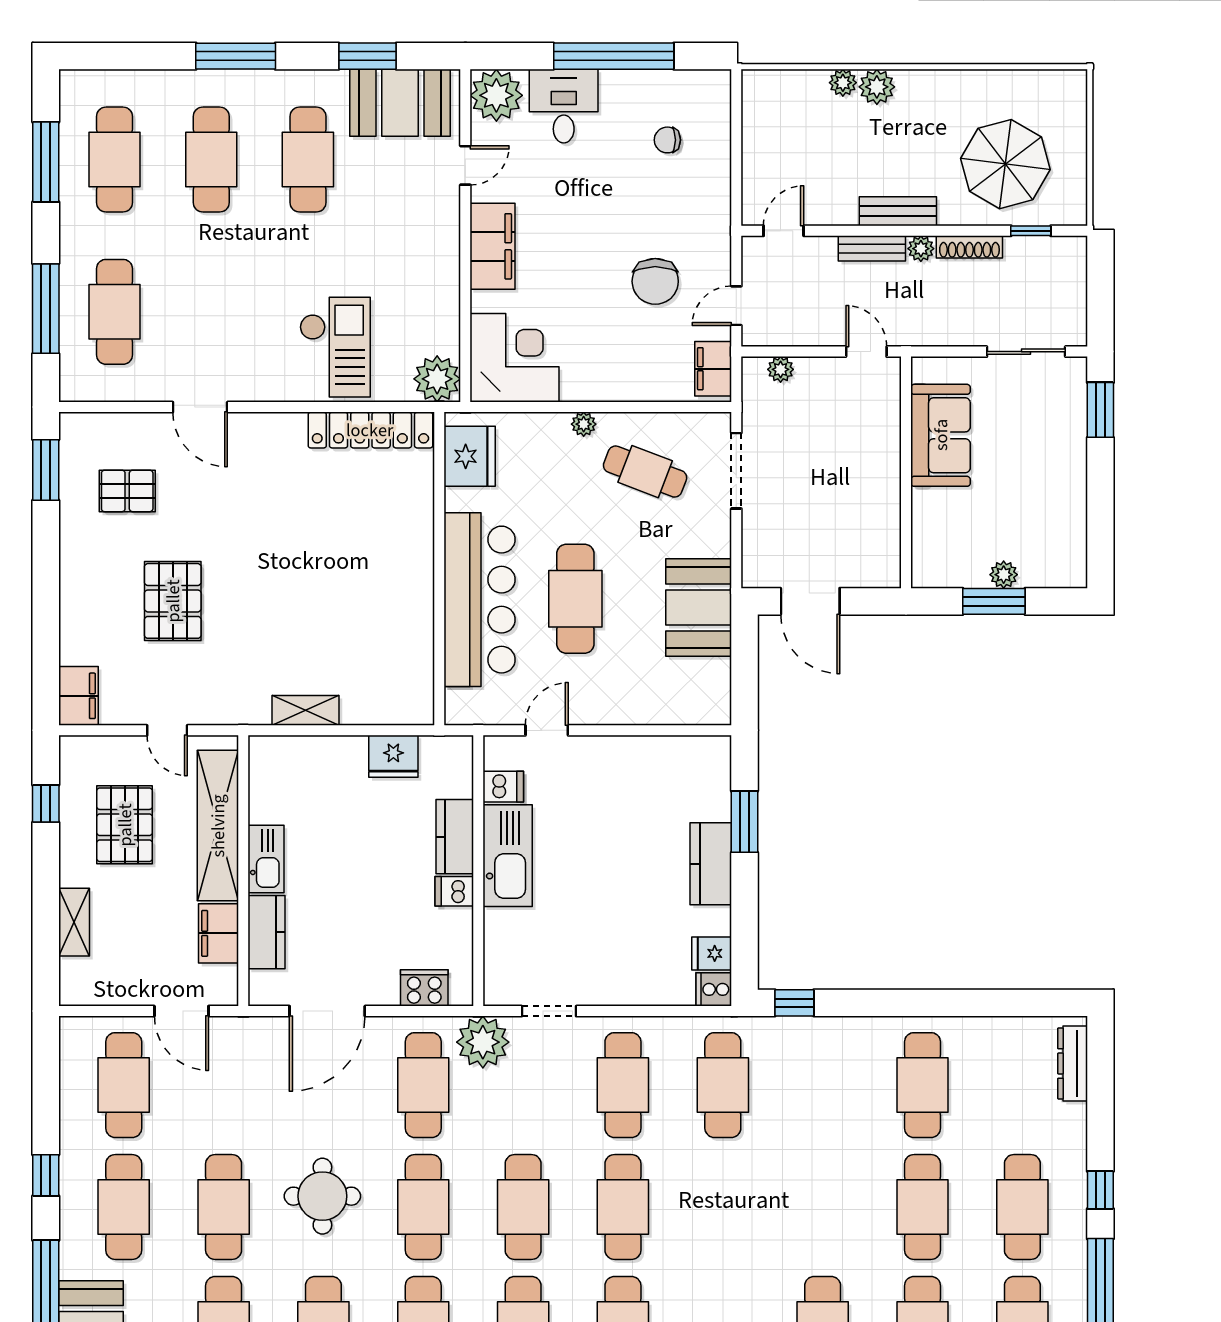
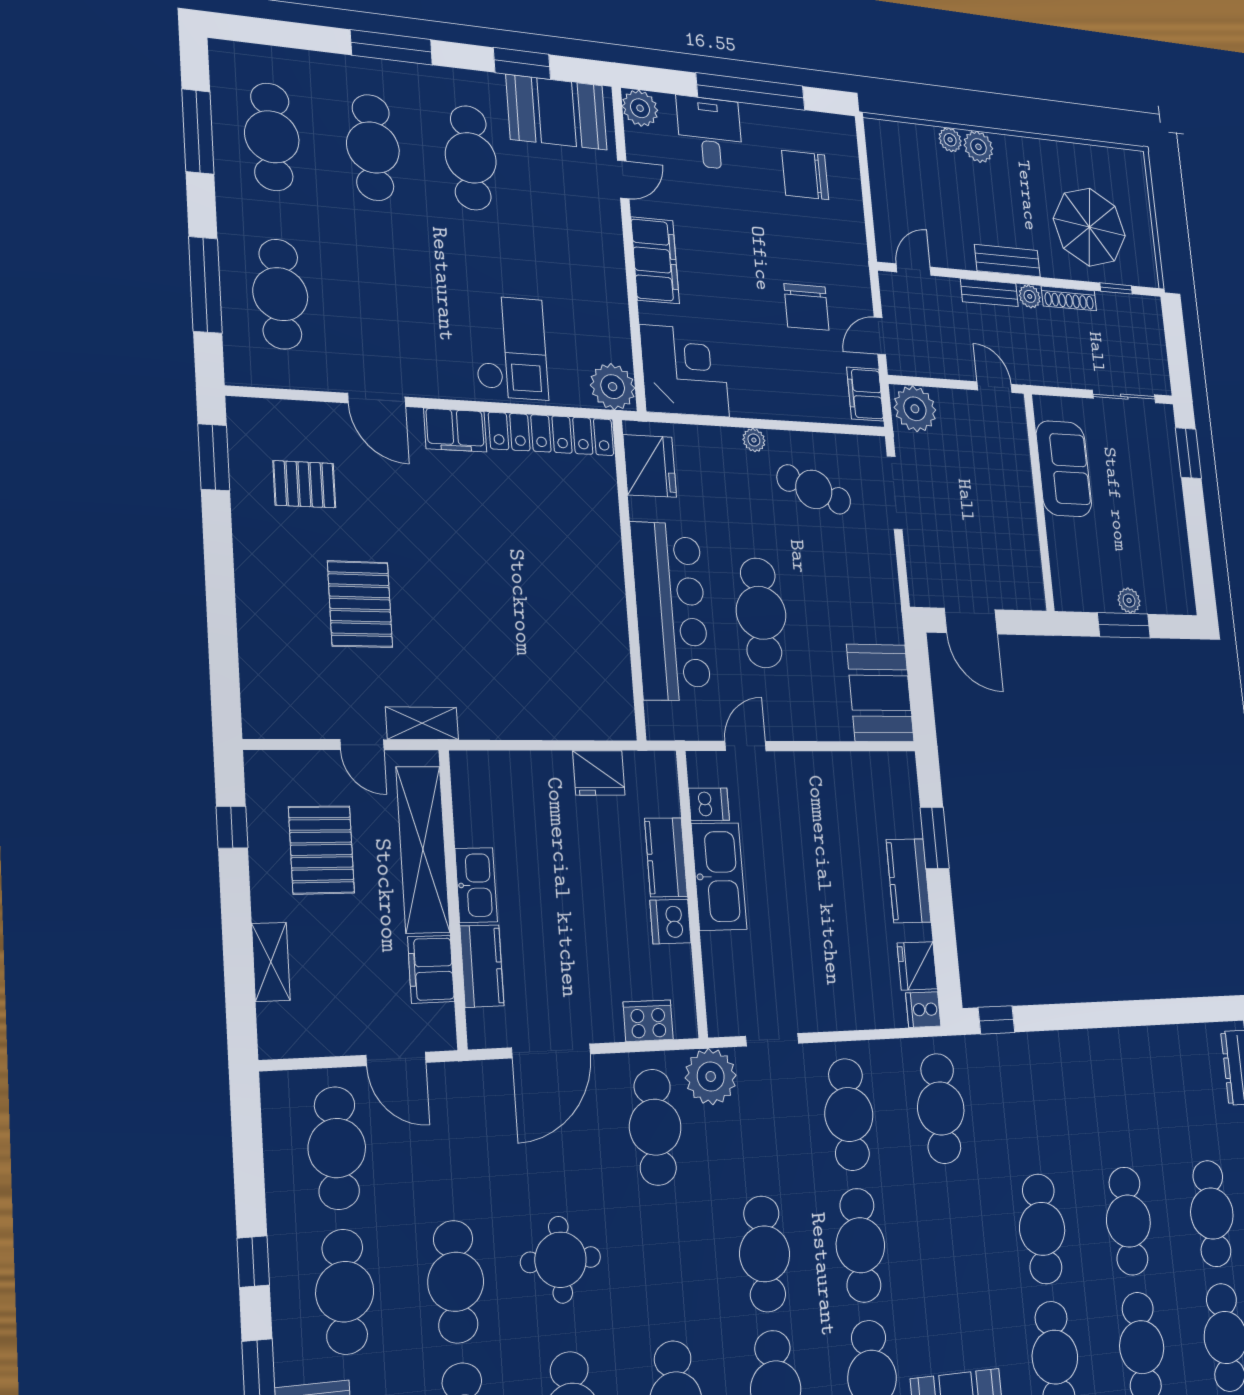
plant: (496, 95) -> (640, 108), width x0.73, depth x0.73
chair: (667, 140) -> (805, 175), width x1.87, depth x1.87
plant: (781, 369) -> (915, 409), width x1.88, depth x1.88
booth: (699, 608) -> (880, 693), moved
filing cabinet: (79, 696) -> (455, 430), moved, turned 90
shelving: (305, 710) -> (422, 723), moved
dishwasher: (454, 891) -> (670, 921), width x1.38
fridge: (712, 953) -> (917, 966), width x1.38
cafe table: (923, 1085) -> (1042, 1229), moved
cafe table: (423, 1207) -> (665, 1263), removed

